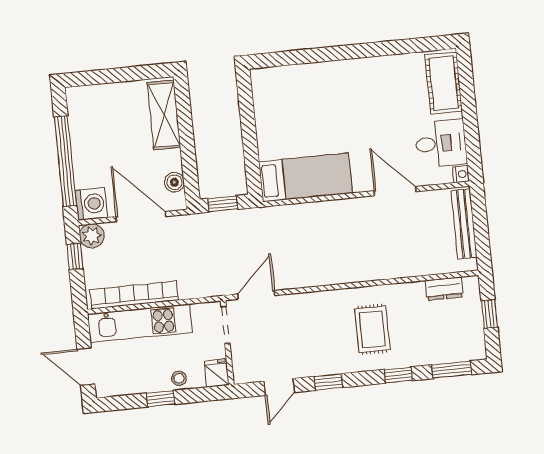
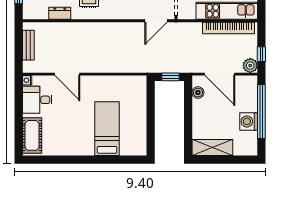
shelving: (164, 115) -> (212, 147), moved, turned 90
bed: (305, 177) -> (107, 129), moved, turned 90
washing machine: (91, 204) -> (249, 121), moved
bench: (464, 224) -> (28, 45), width x0.73
dresser: (444, 289) -> (60, 13), moved

